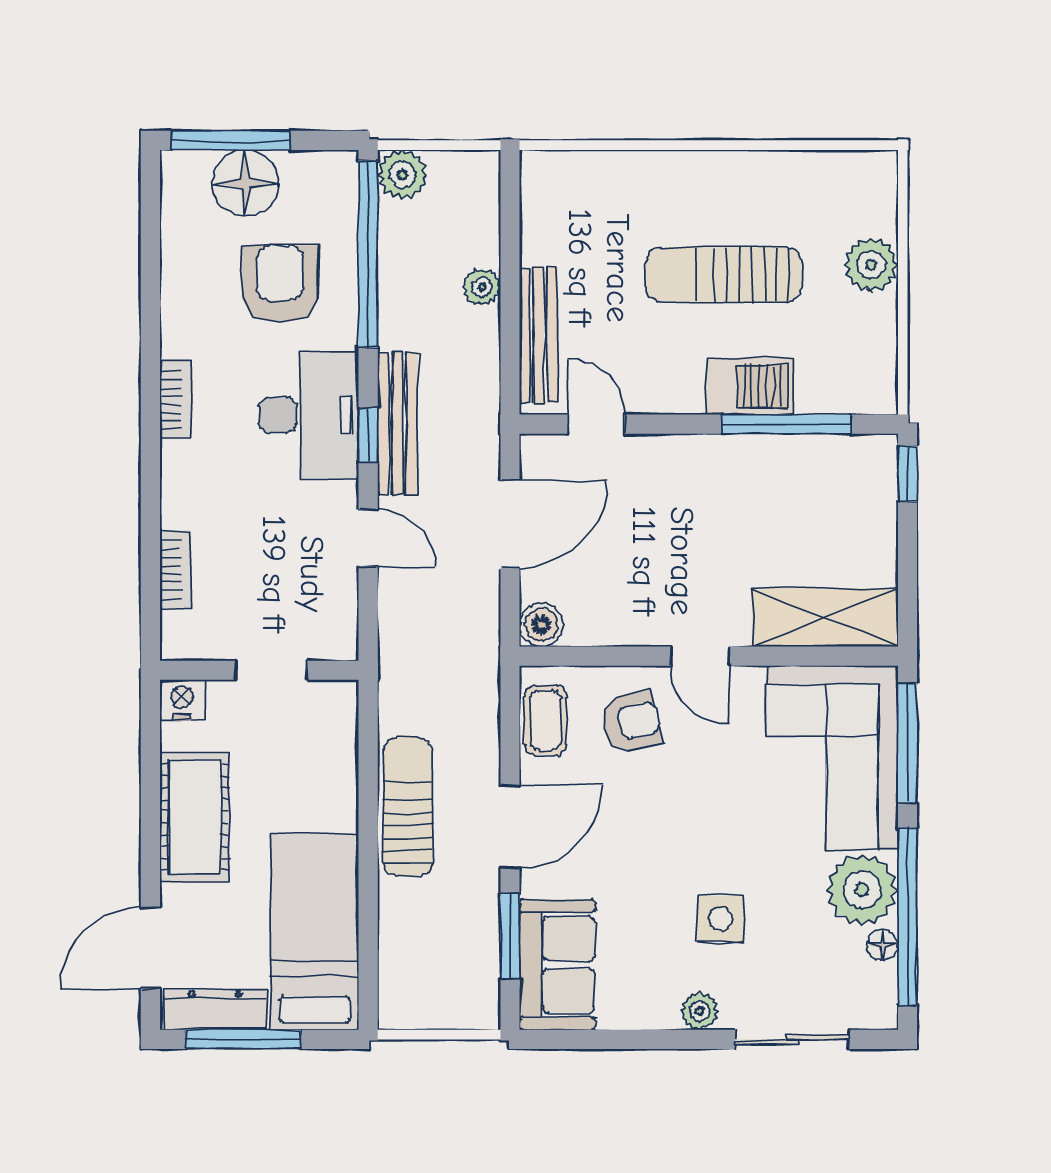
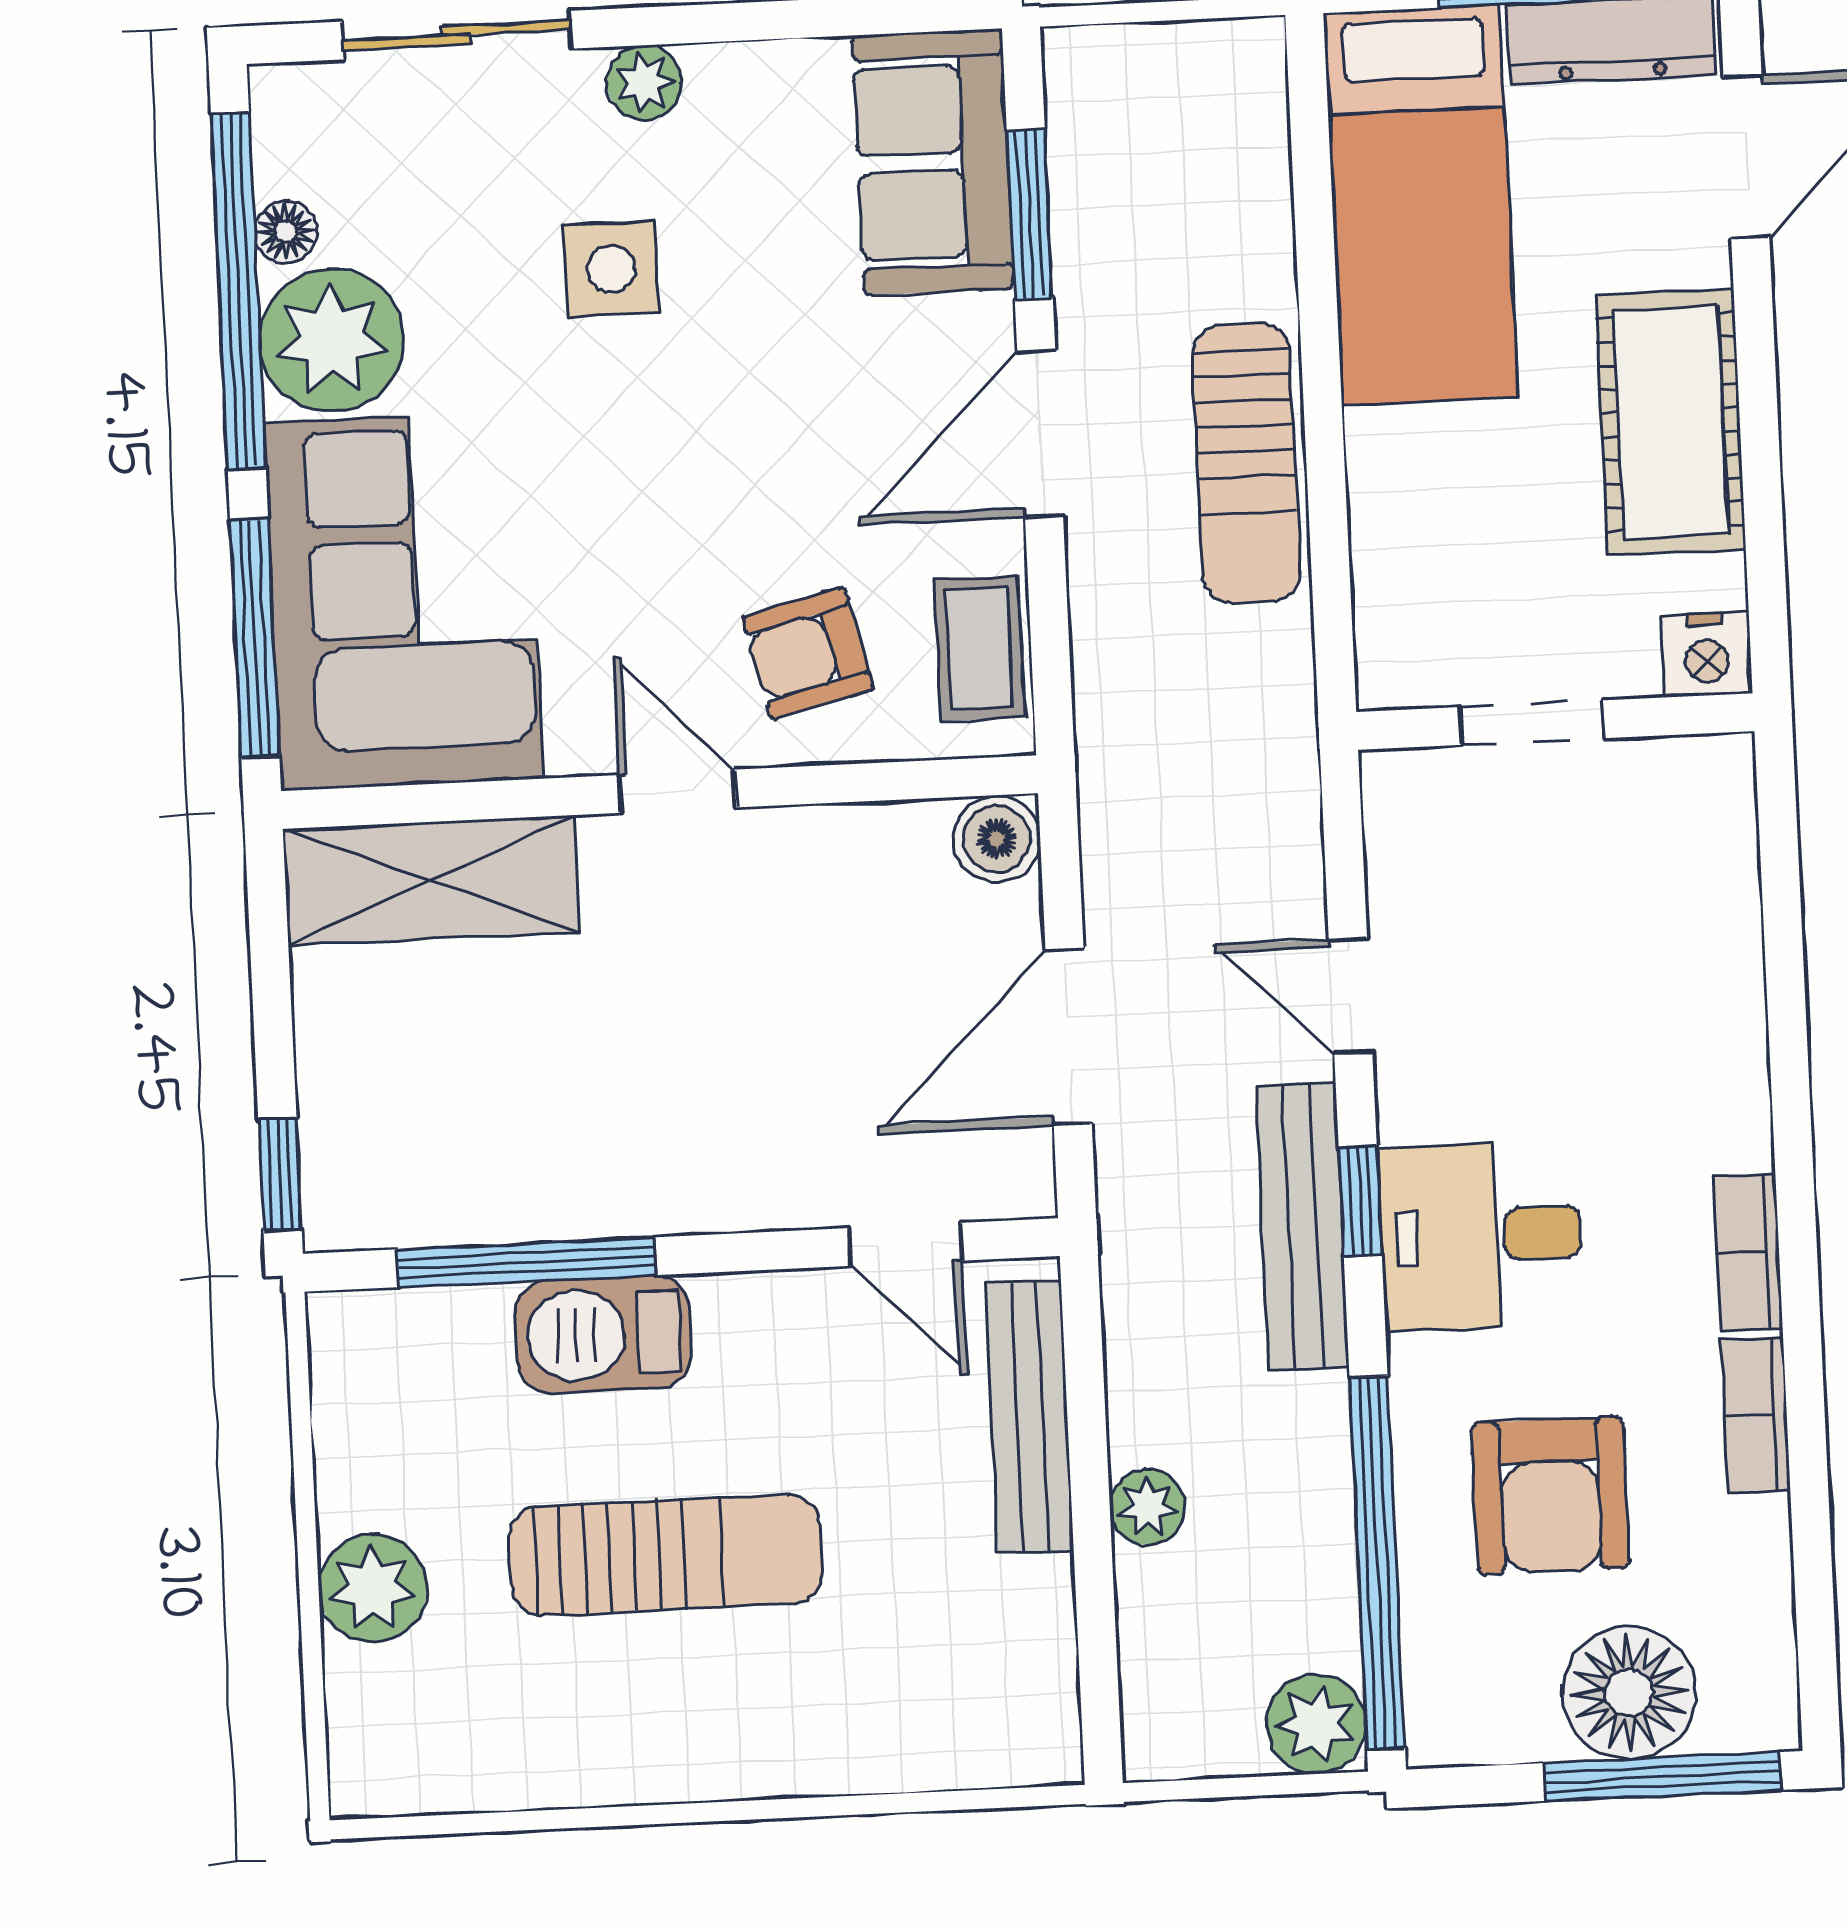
desk: (309, 415) -> (1481, 1235), width x0.73
bookcase: (175, 569) -> (1756, 1415), moved

